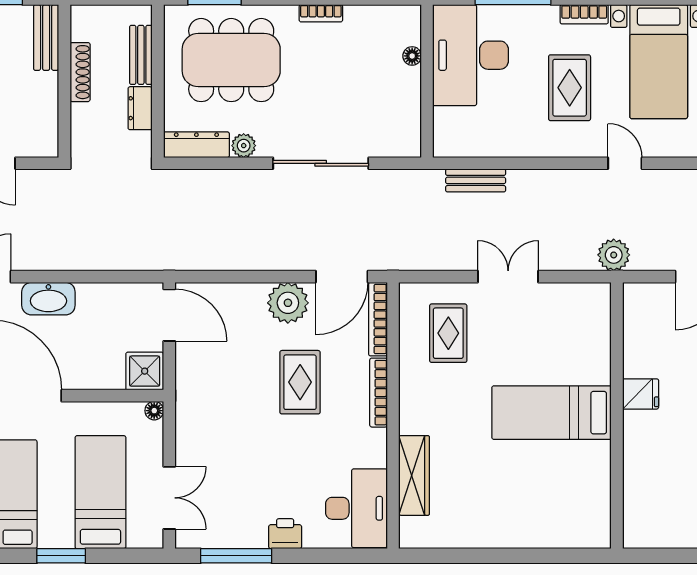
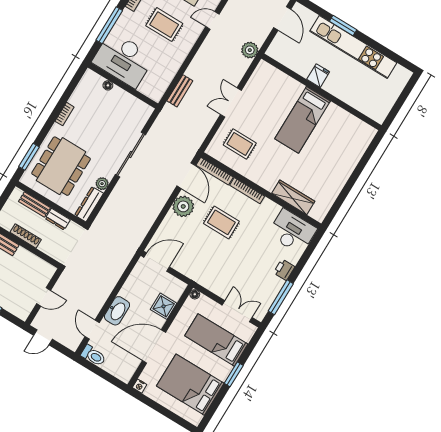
shower: (145, 371) -> (164, 306), moved

